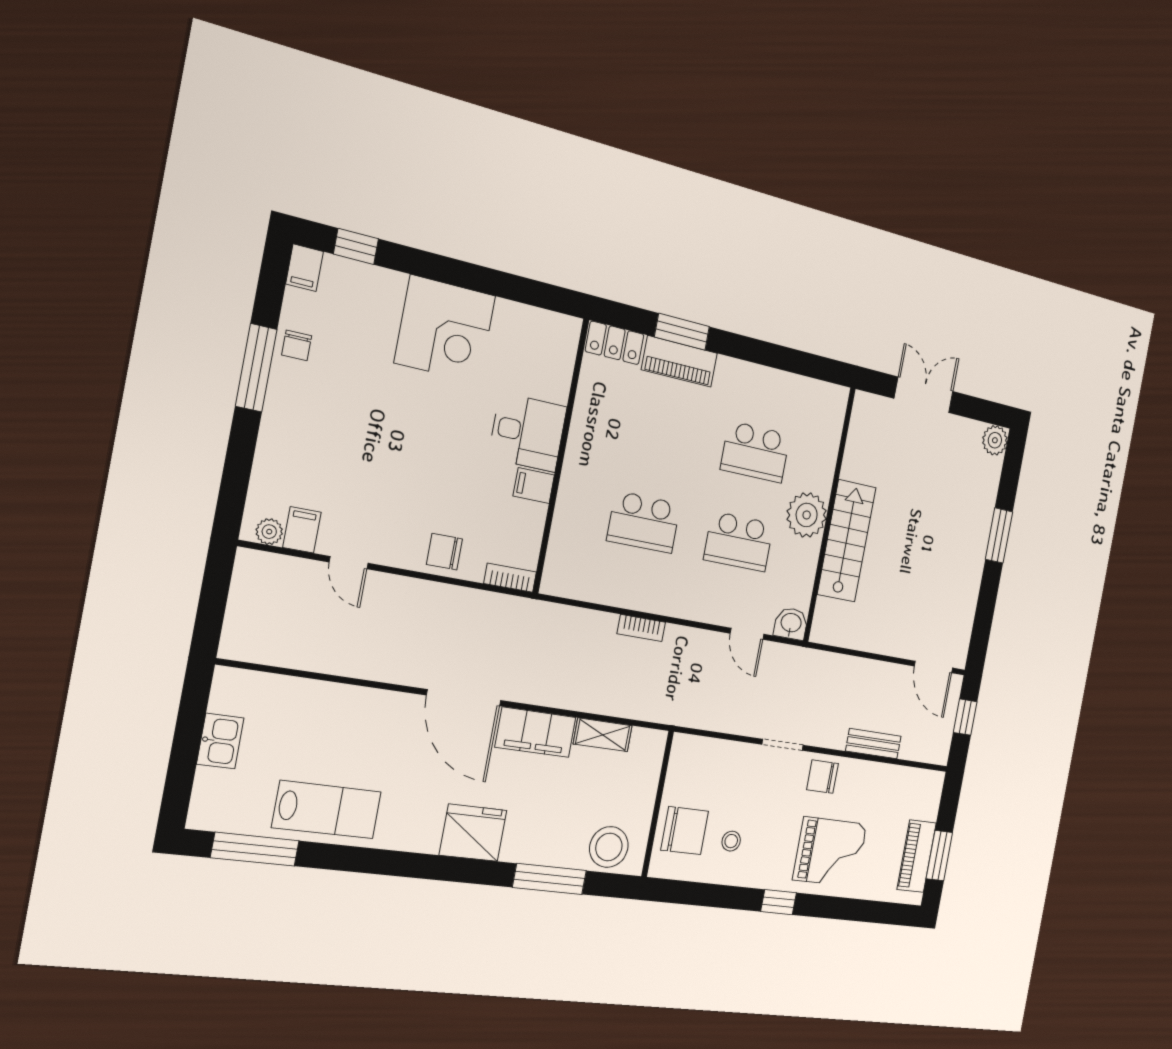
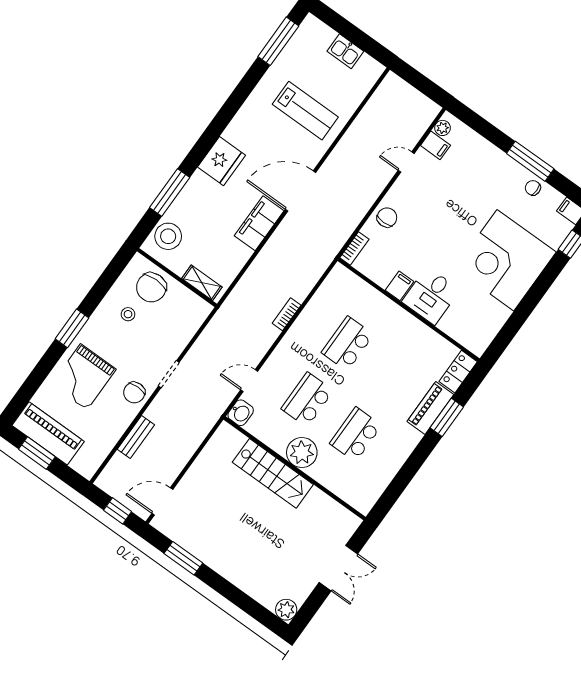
corner desk: (445, 329) -> (505, 260), width x1.36, depth x1.36
window: (999, 535) -> (183, 558), moved
shelving: (603, 735) -> (202, 283), moved, turned 90
chair: (822, 777) -> (134, 393), turned 180
lab bench: (327, 810) -> (305, 111), moved, turned -90
piano: (917, 856) -> (48, 433), width x1.37, depth x1.33
window: (779, 902) -> (72, 328), width x1.50

